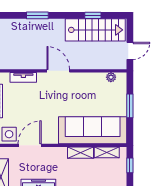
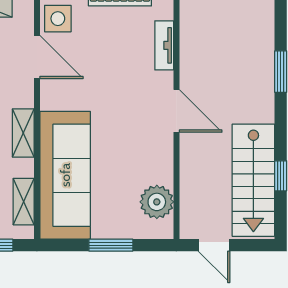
door: (58, 71) -> (176, 111), hinge flipped
plant: (111, 77) -> (157, 202), width x1.88, depth x1.88
shelving: (80, 153) -> (23, 133), moved

